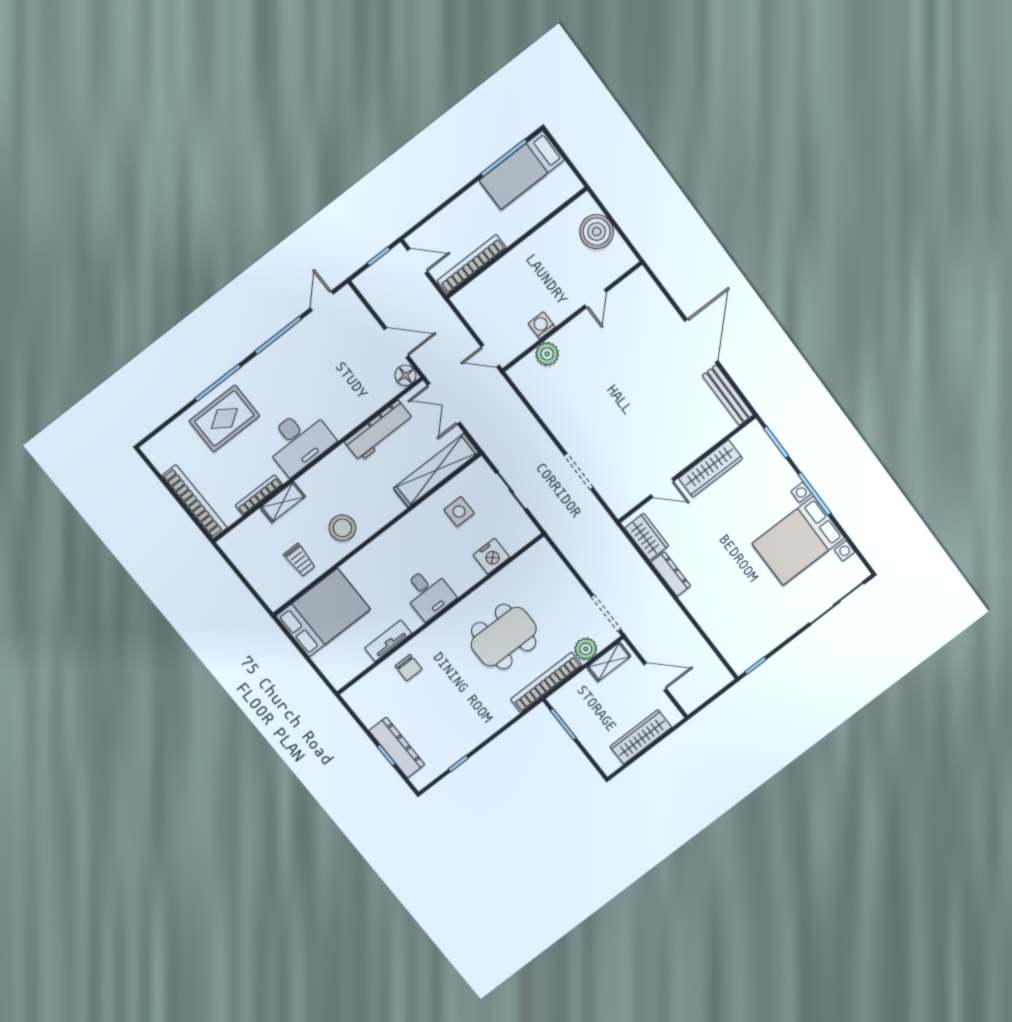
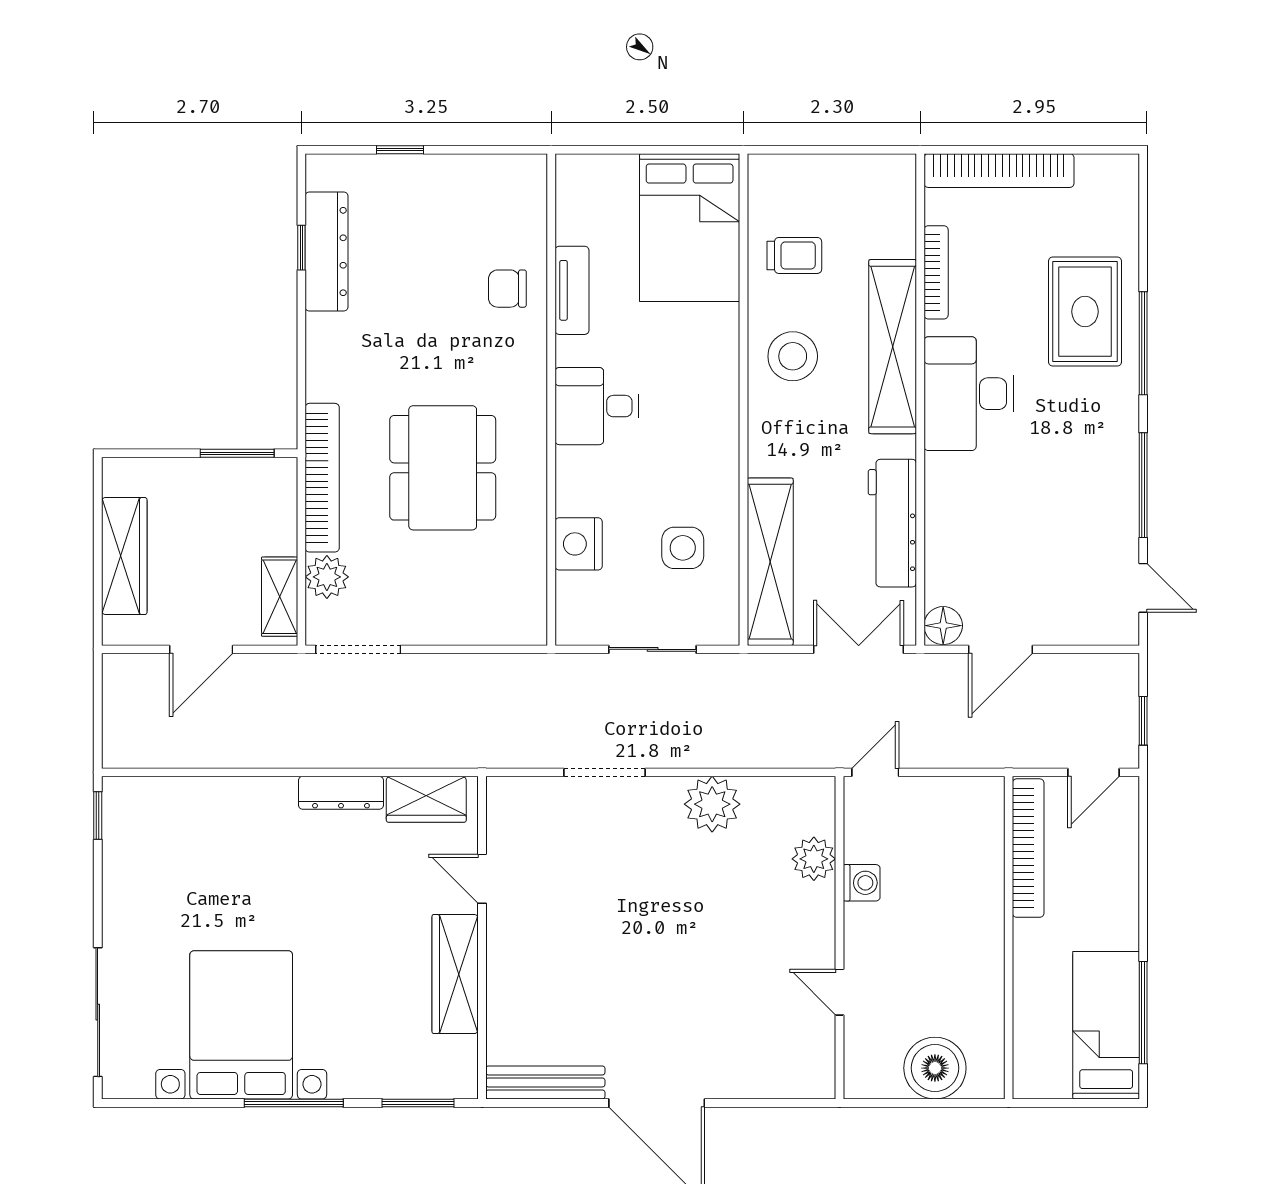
plant: (557, 415) -> (712, 804), added
door: (662, 488) -> (482, 879), hinge flipped
shelving: (283, 502) -> (893, 347), width x2.20, depth x1.33
trolley: (300, 560) -> (794, 255), turned 180
dresser: (397, 748) -> (327, 252), moved, turned -90

